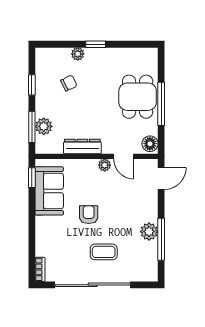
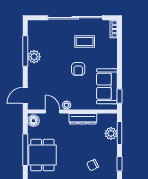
coffee table: (104, 252) -> (85, 42), moved

